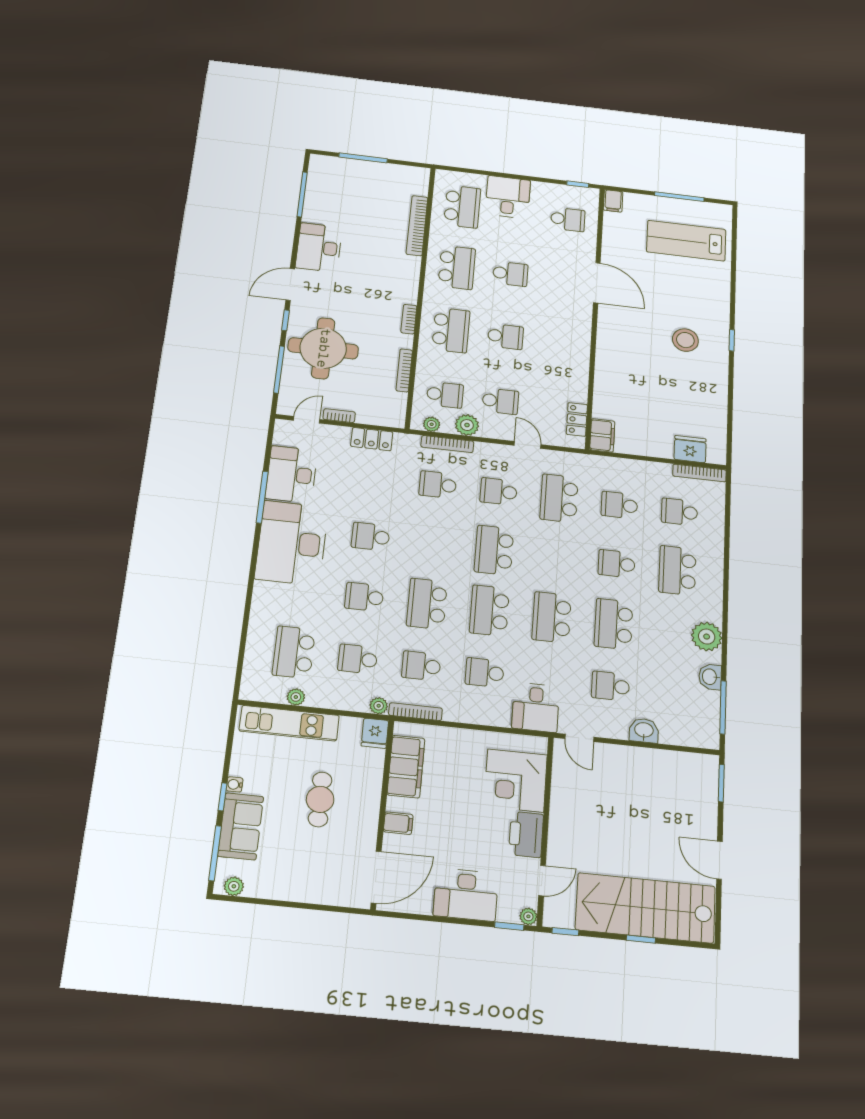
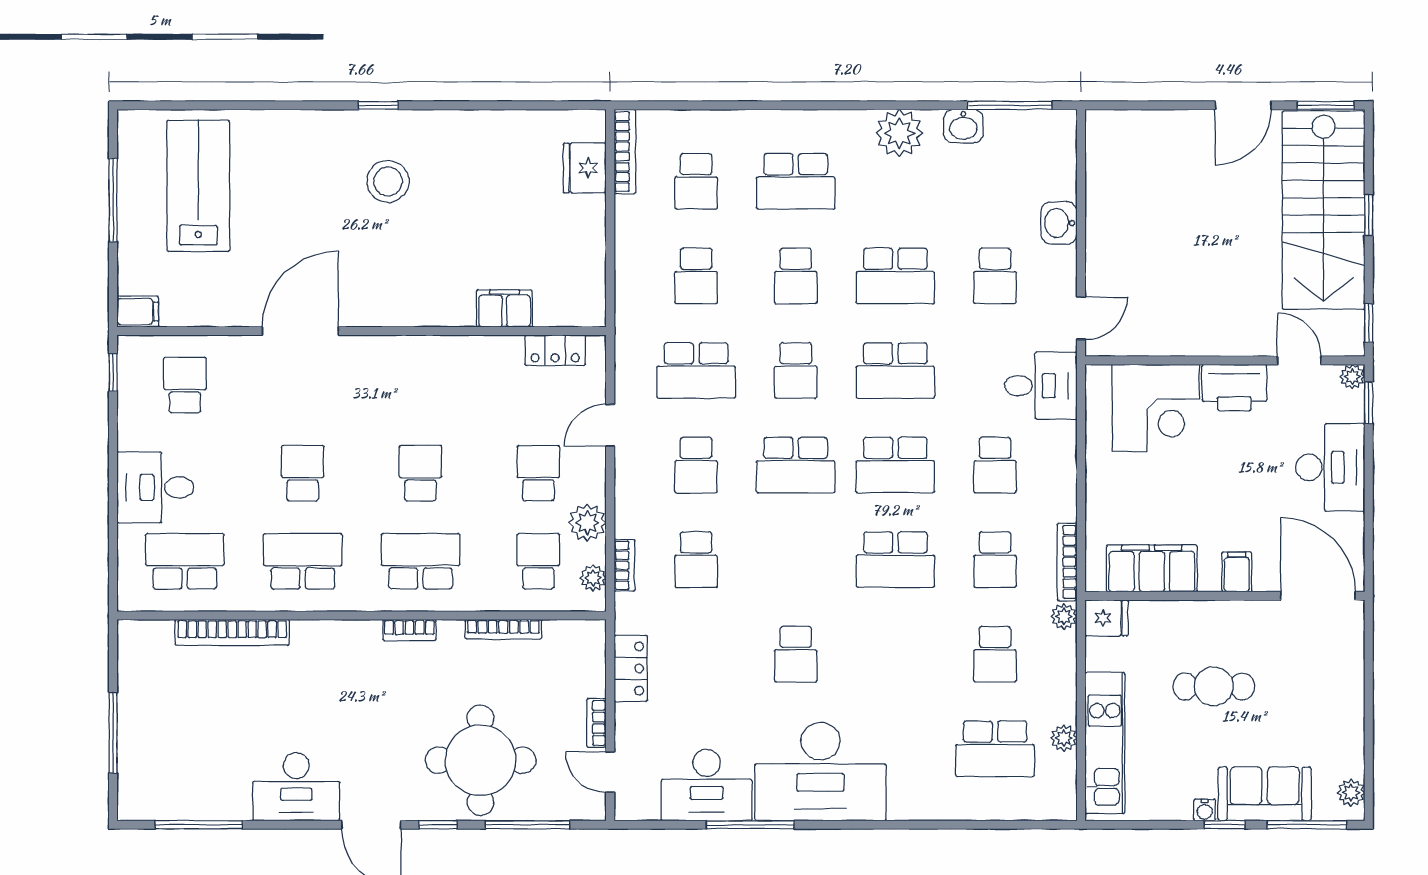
lab bench: (686, 241) -> (198, 186), turned 180
filing cabinet: (602, 435) -> (504, 308), moved
bookcase: (447, 444) -> (624, 565), width x0.64
school desk: (364, 597) -> (796, 370), moved
window: (721, 783) -> (1326, 105), moved

